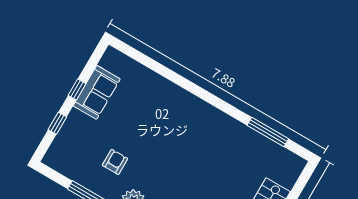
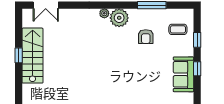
coffee table: (73, 148) -> (178, 29), added

